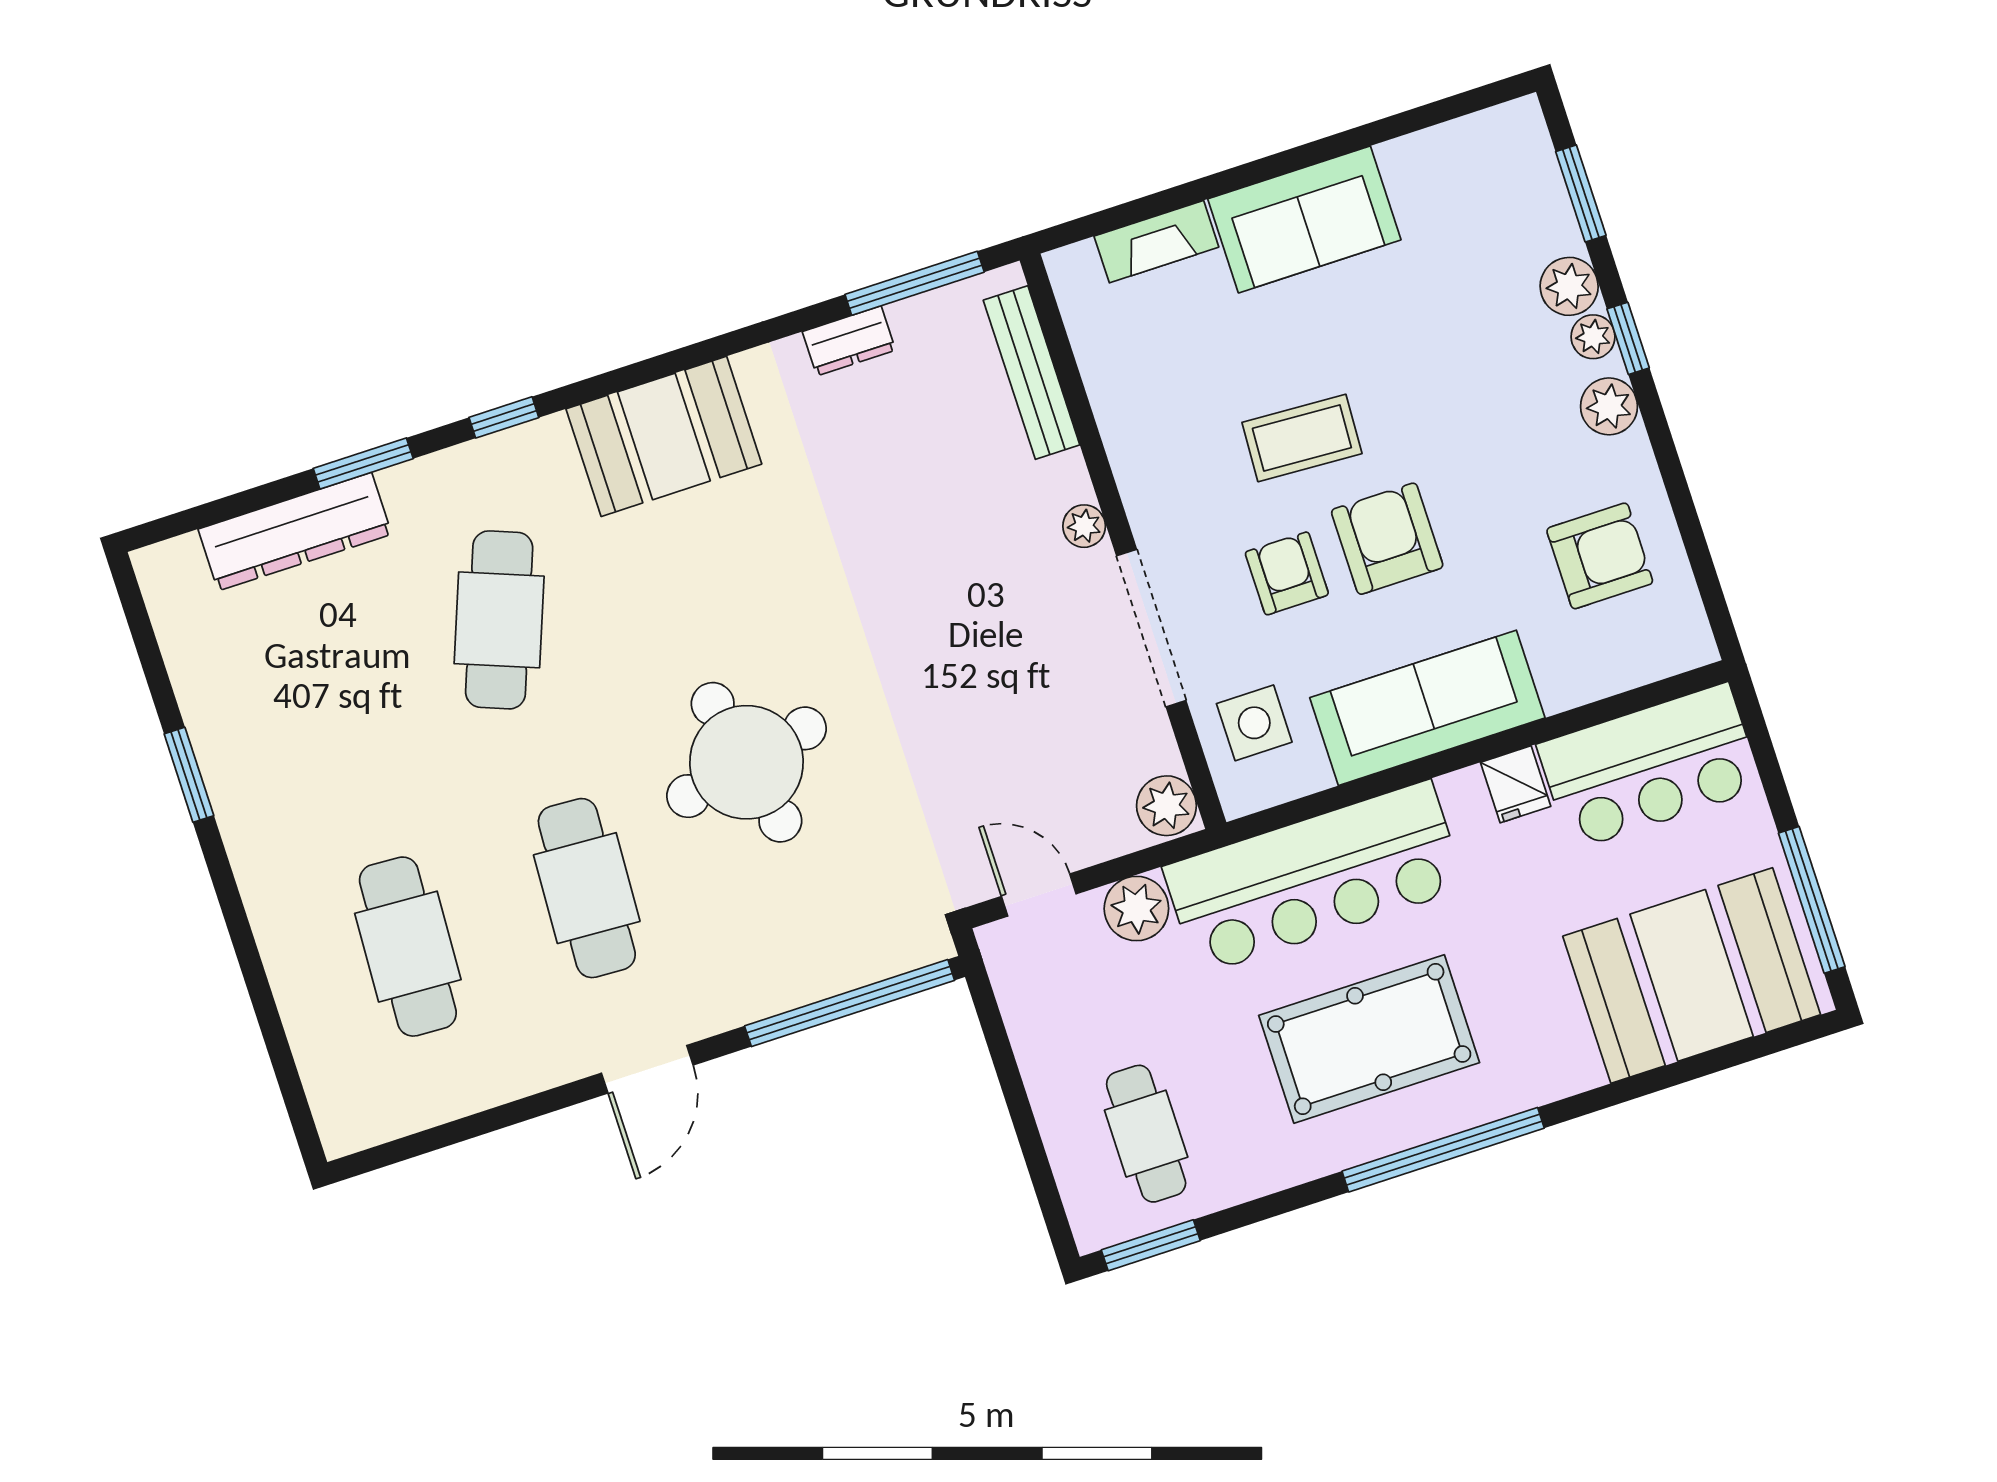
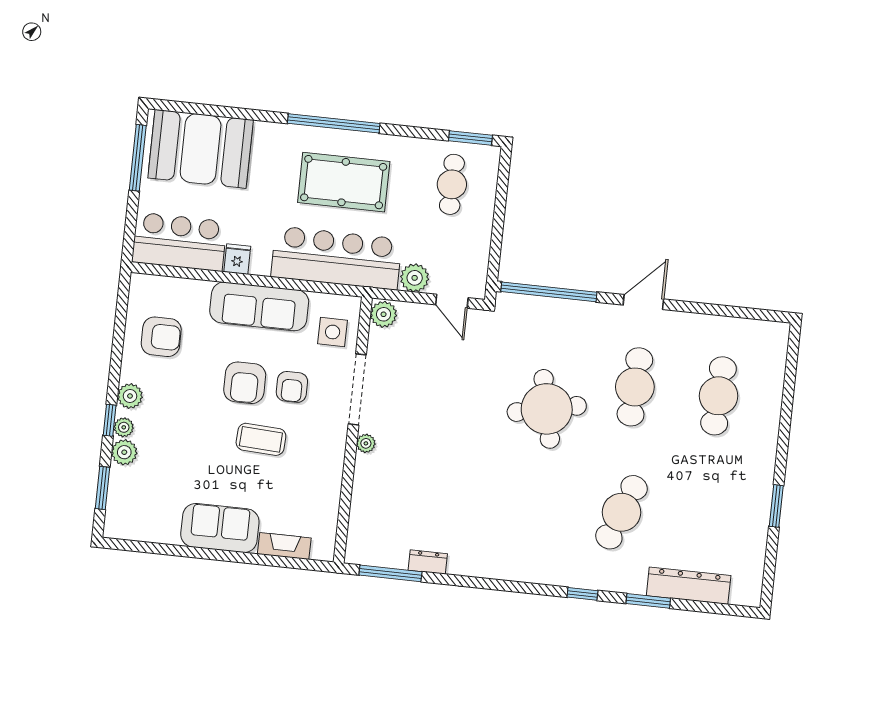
bench: (1032, 373) -> (359, 516), removed
booth: (664, 436) -> (521, 557), removed
armchair: (1600, 556) -> (161, 337), turned 180

